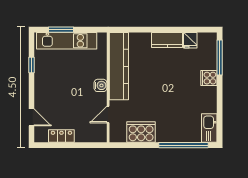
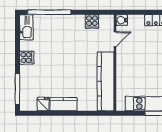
cooker: (209, 78) -> (27, 58), moved
water cooler: (100, 85) -> (122, 20), moved
cooker: (141, 132) -> (92, 22), width x0.53, depth x0.76

